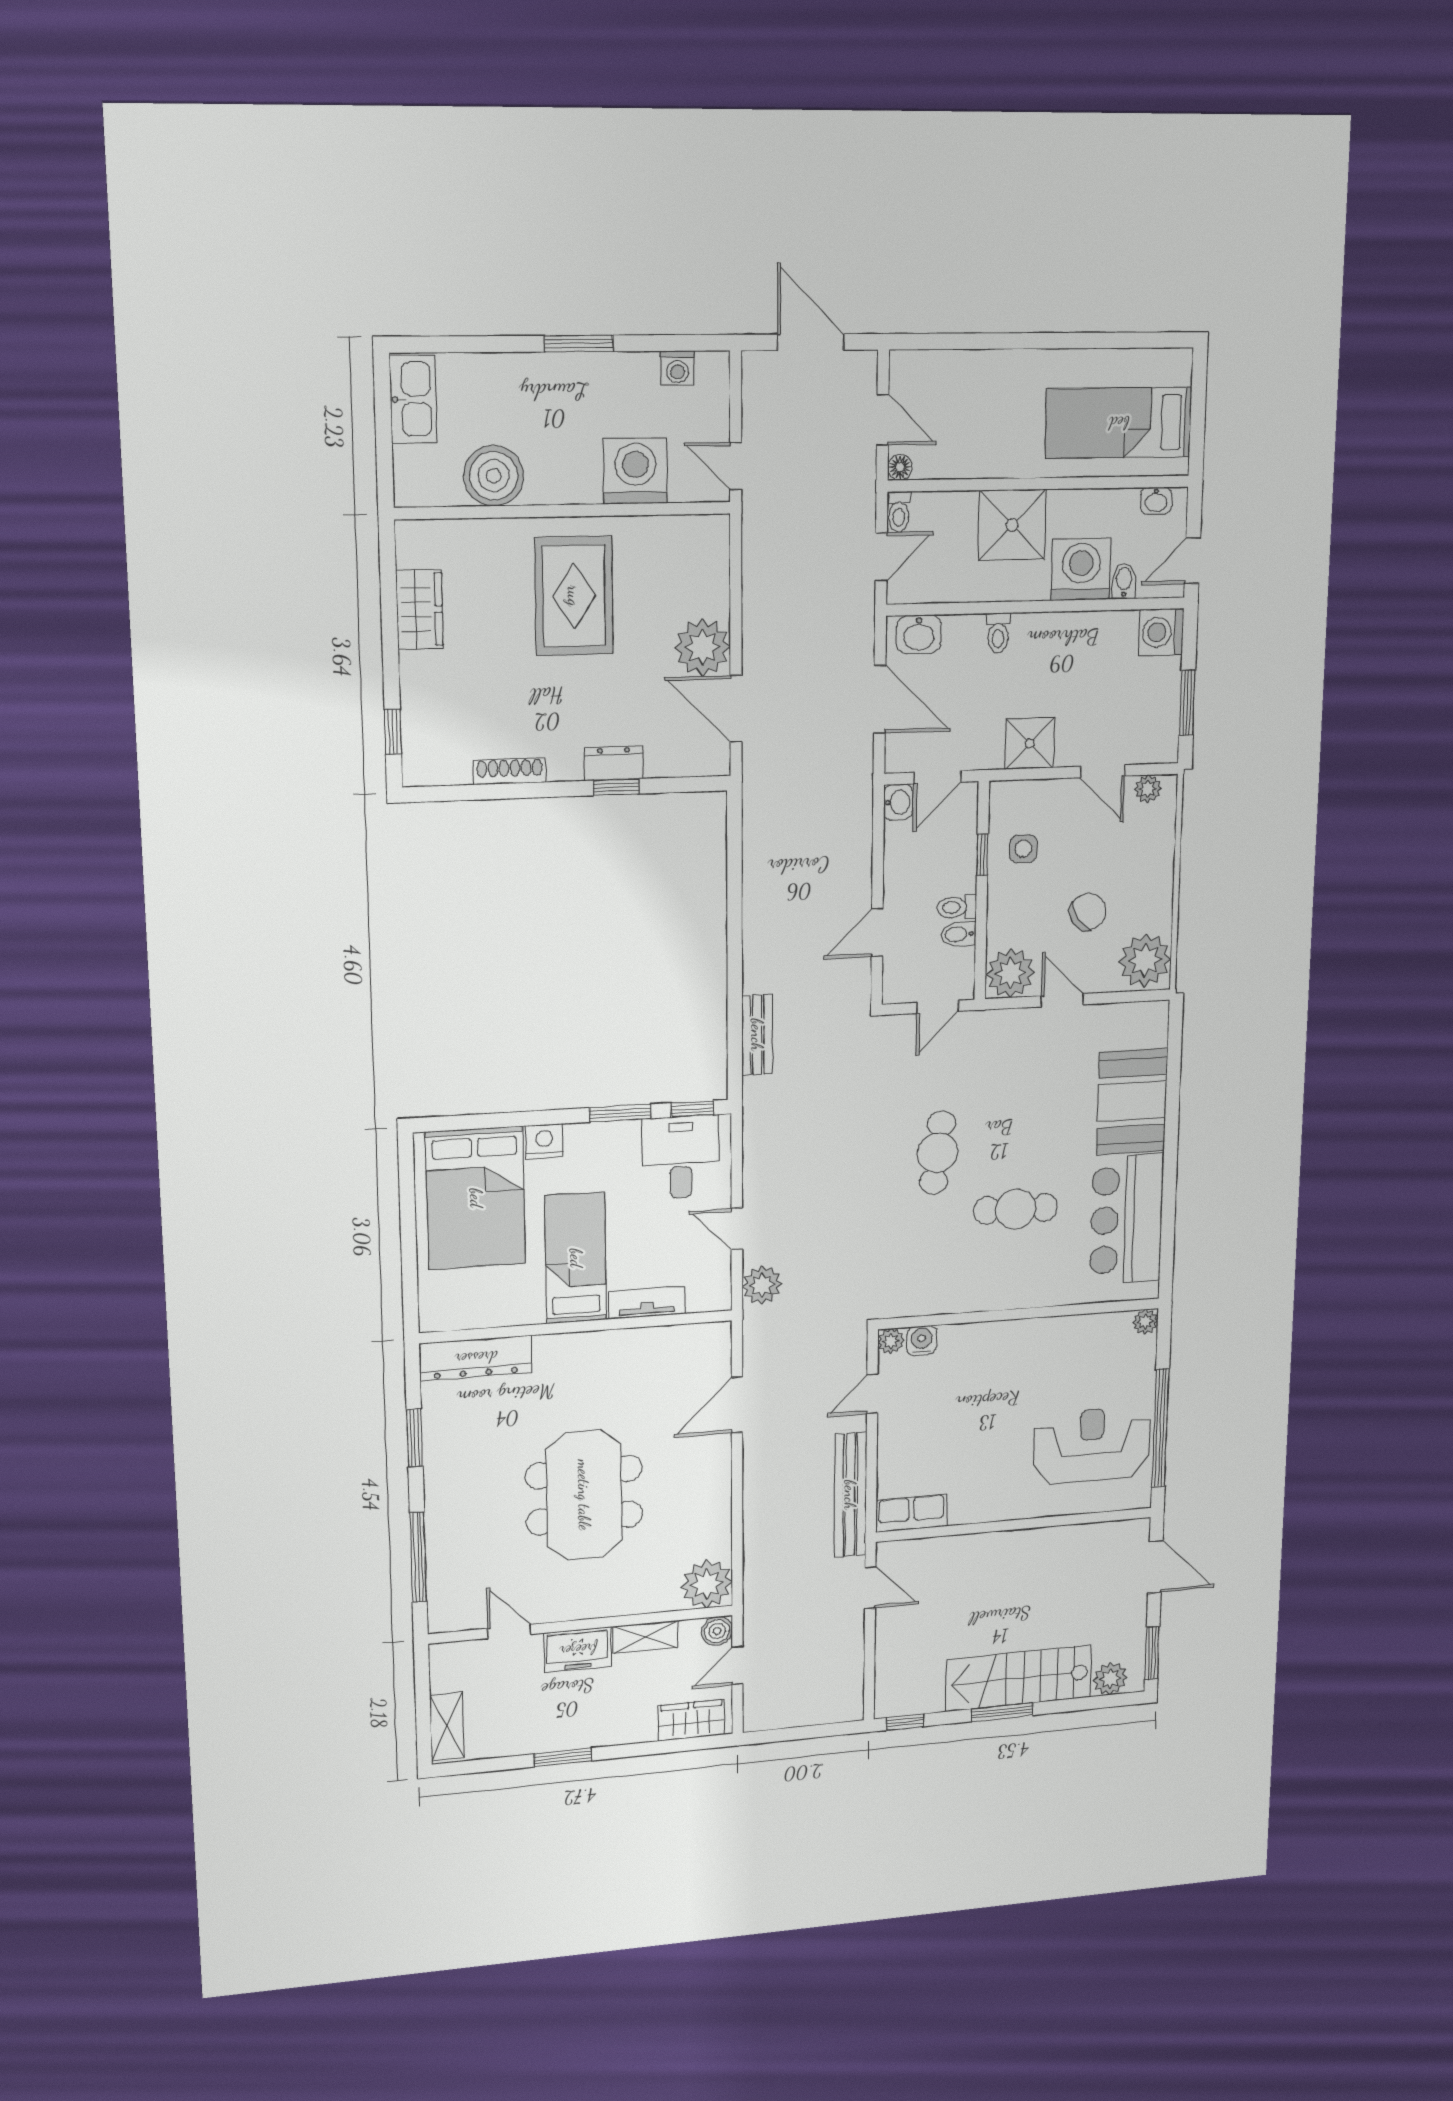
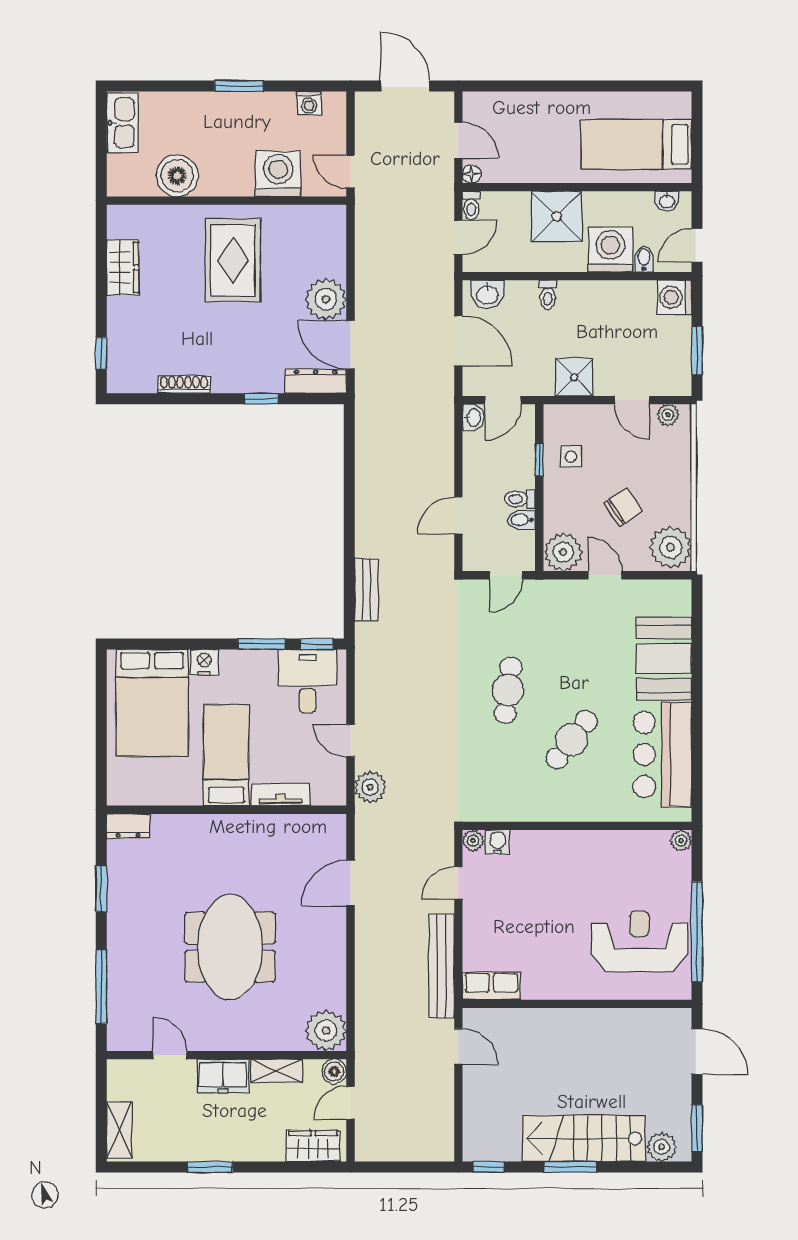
dresser: (614, 763) -> (316, 381), moved, width x1.44
cafe table: (1016, 1209) -> (572, 740), turned -53
dresser: (476, 1358) -> (128, 826), width x0.51, depth x0.80

